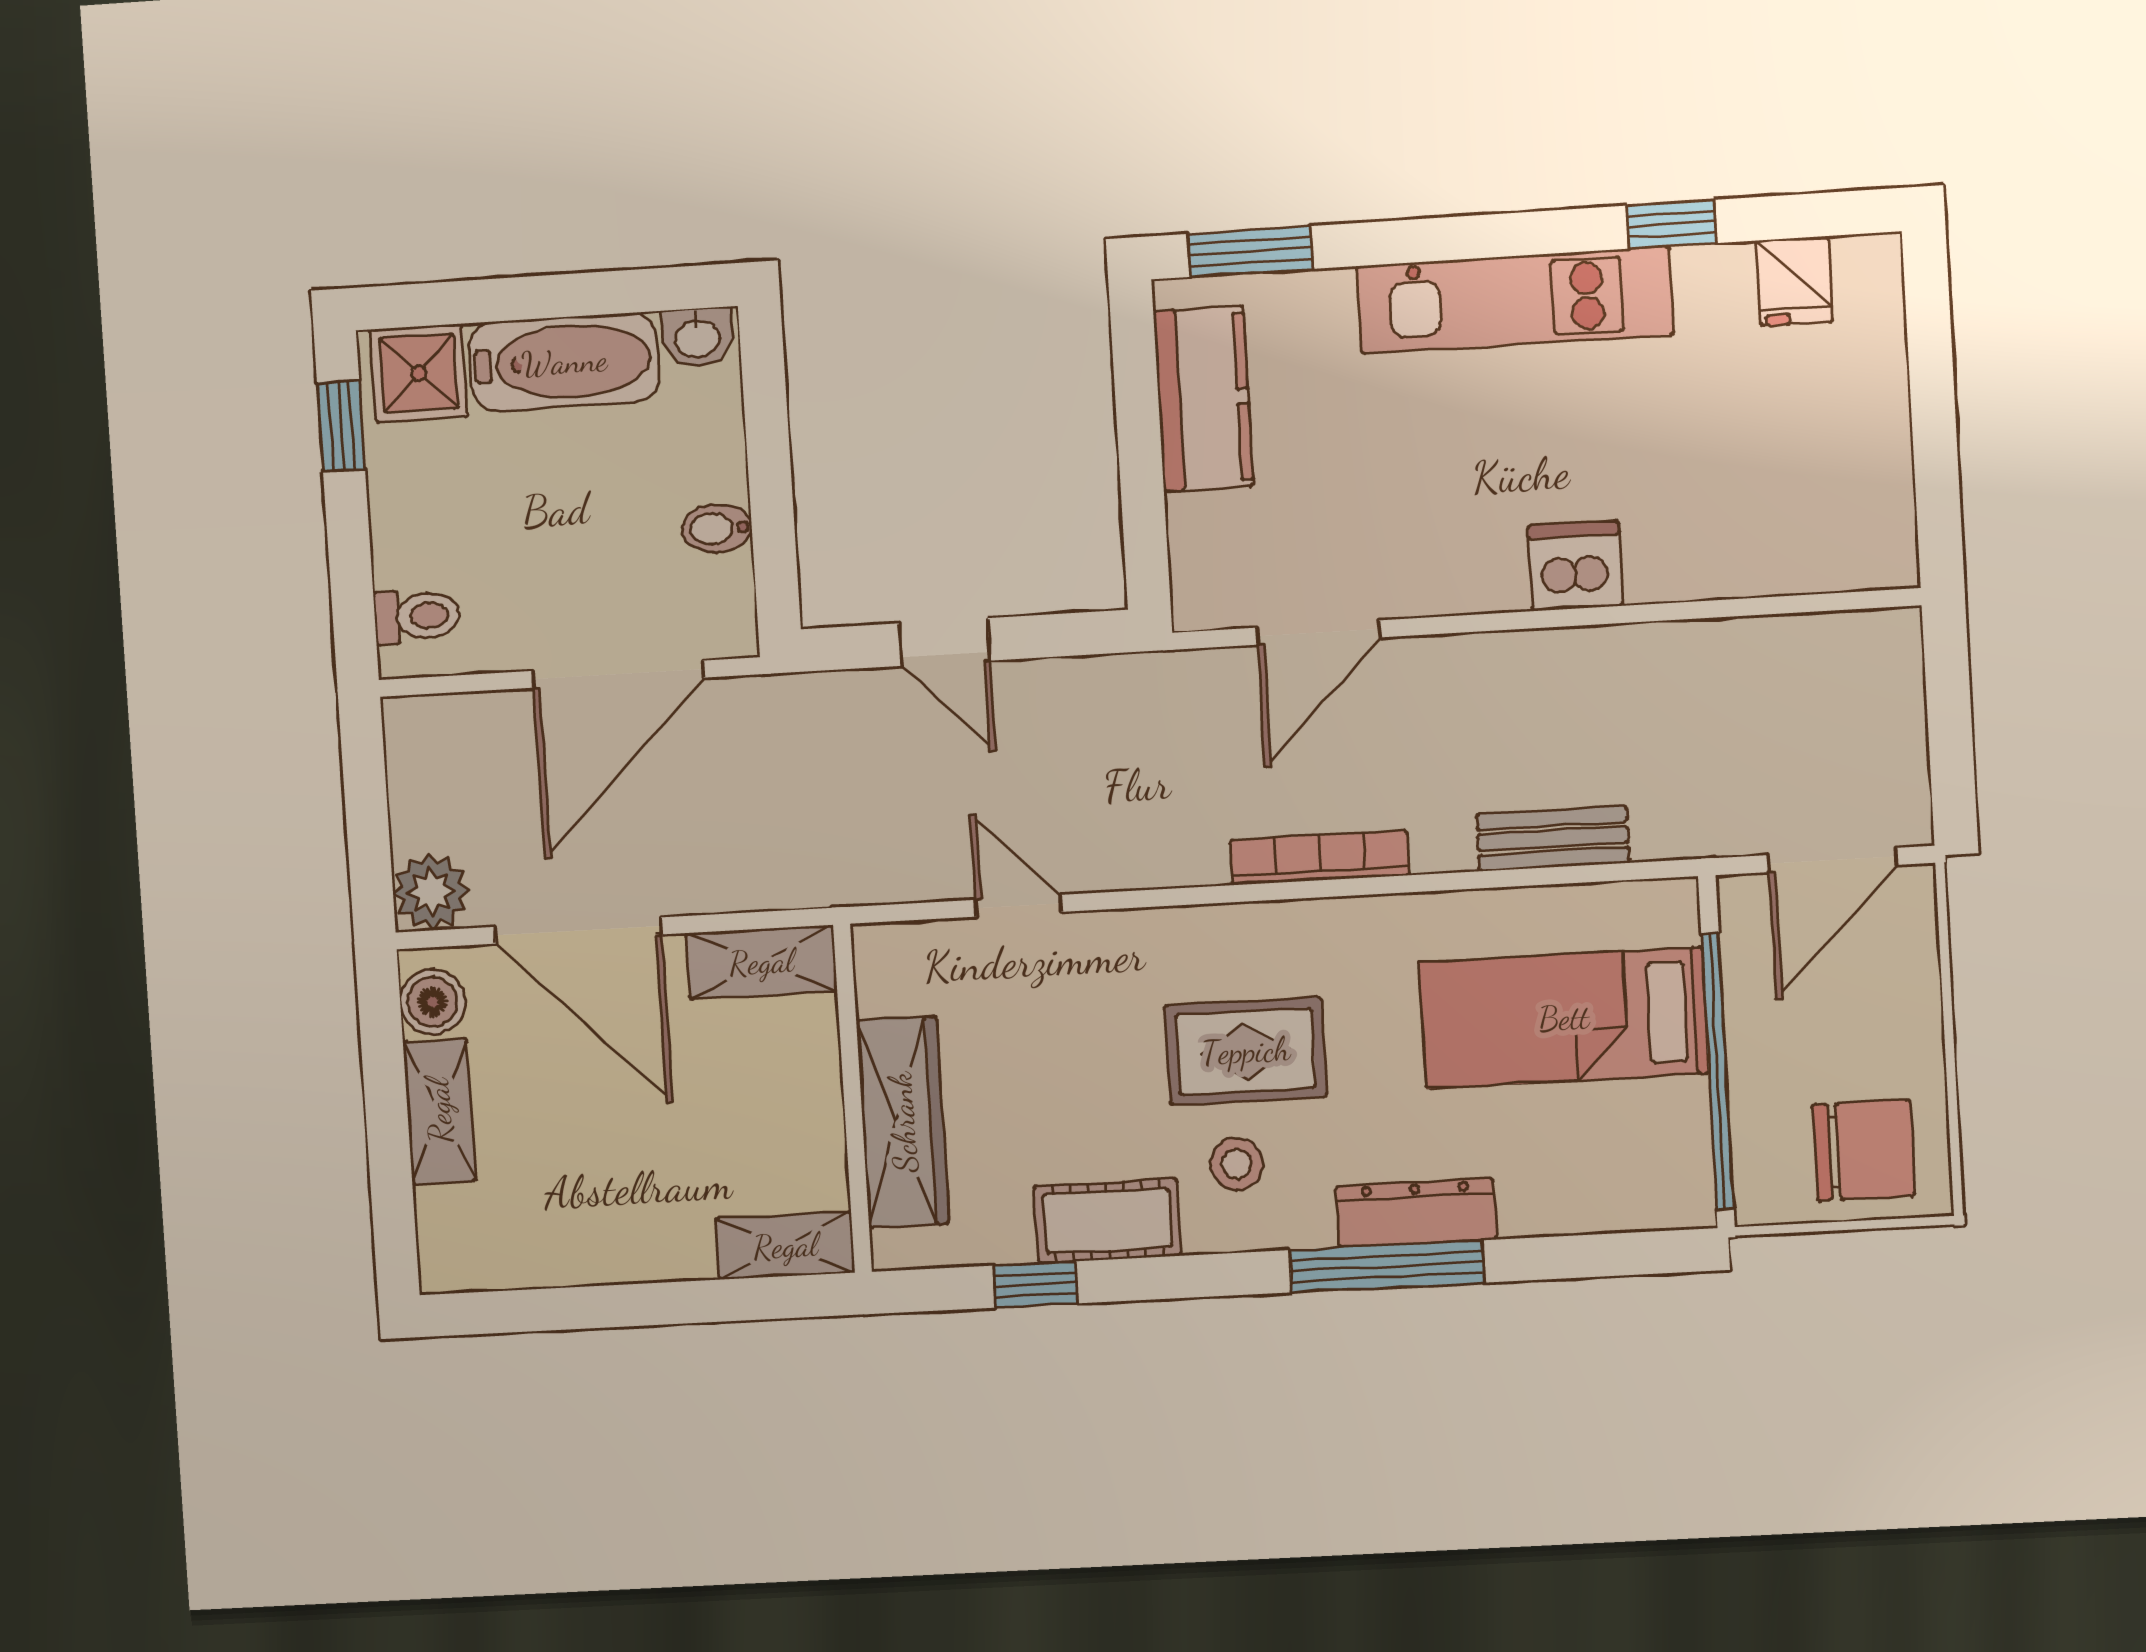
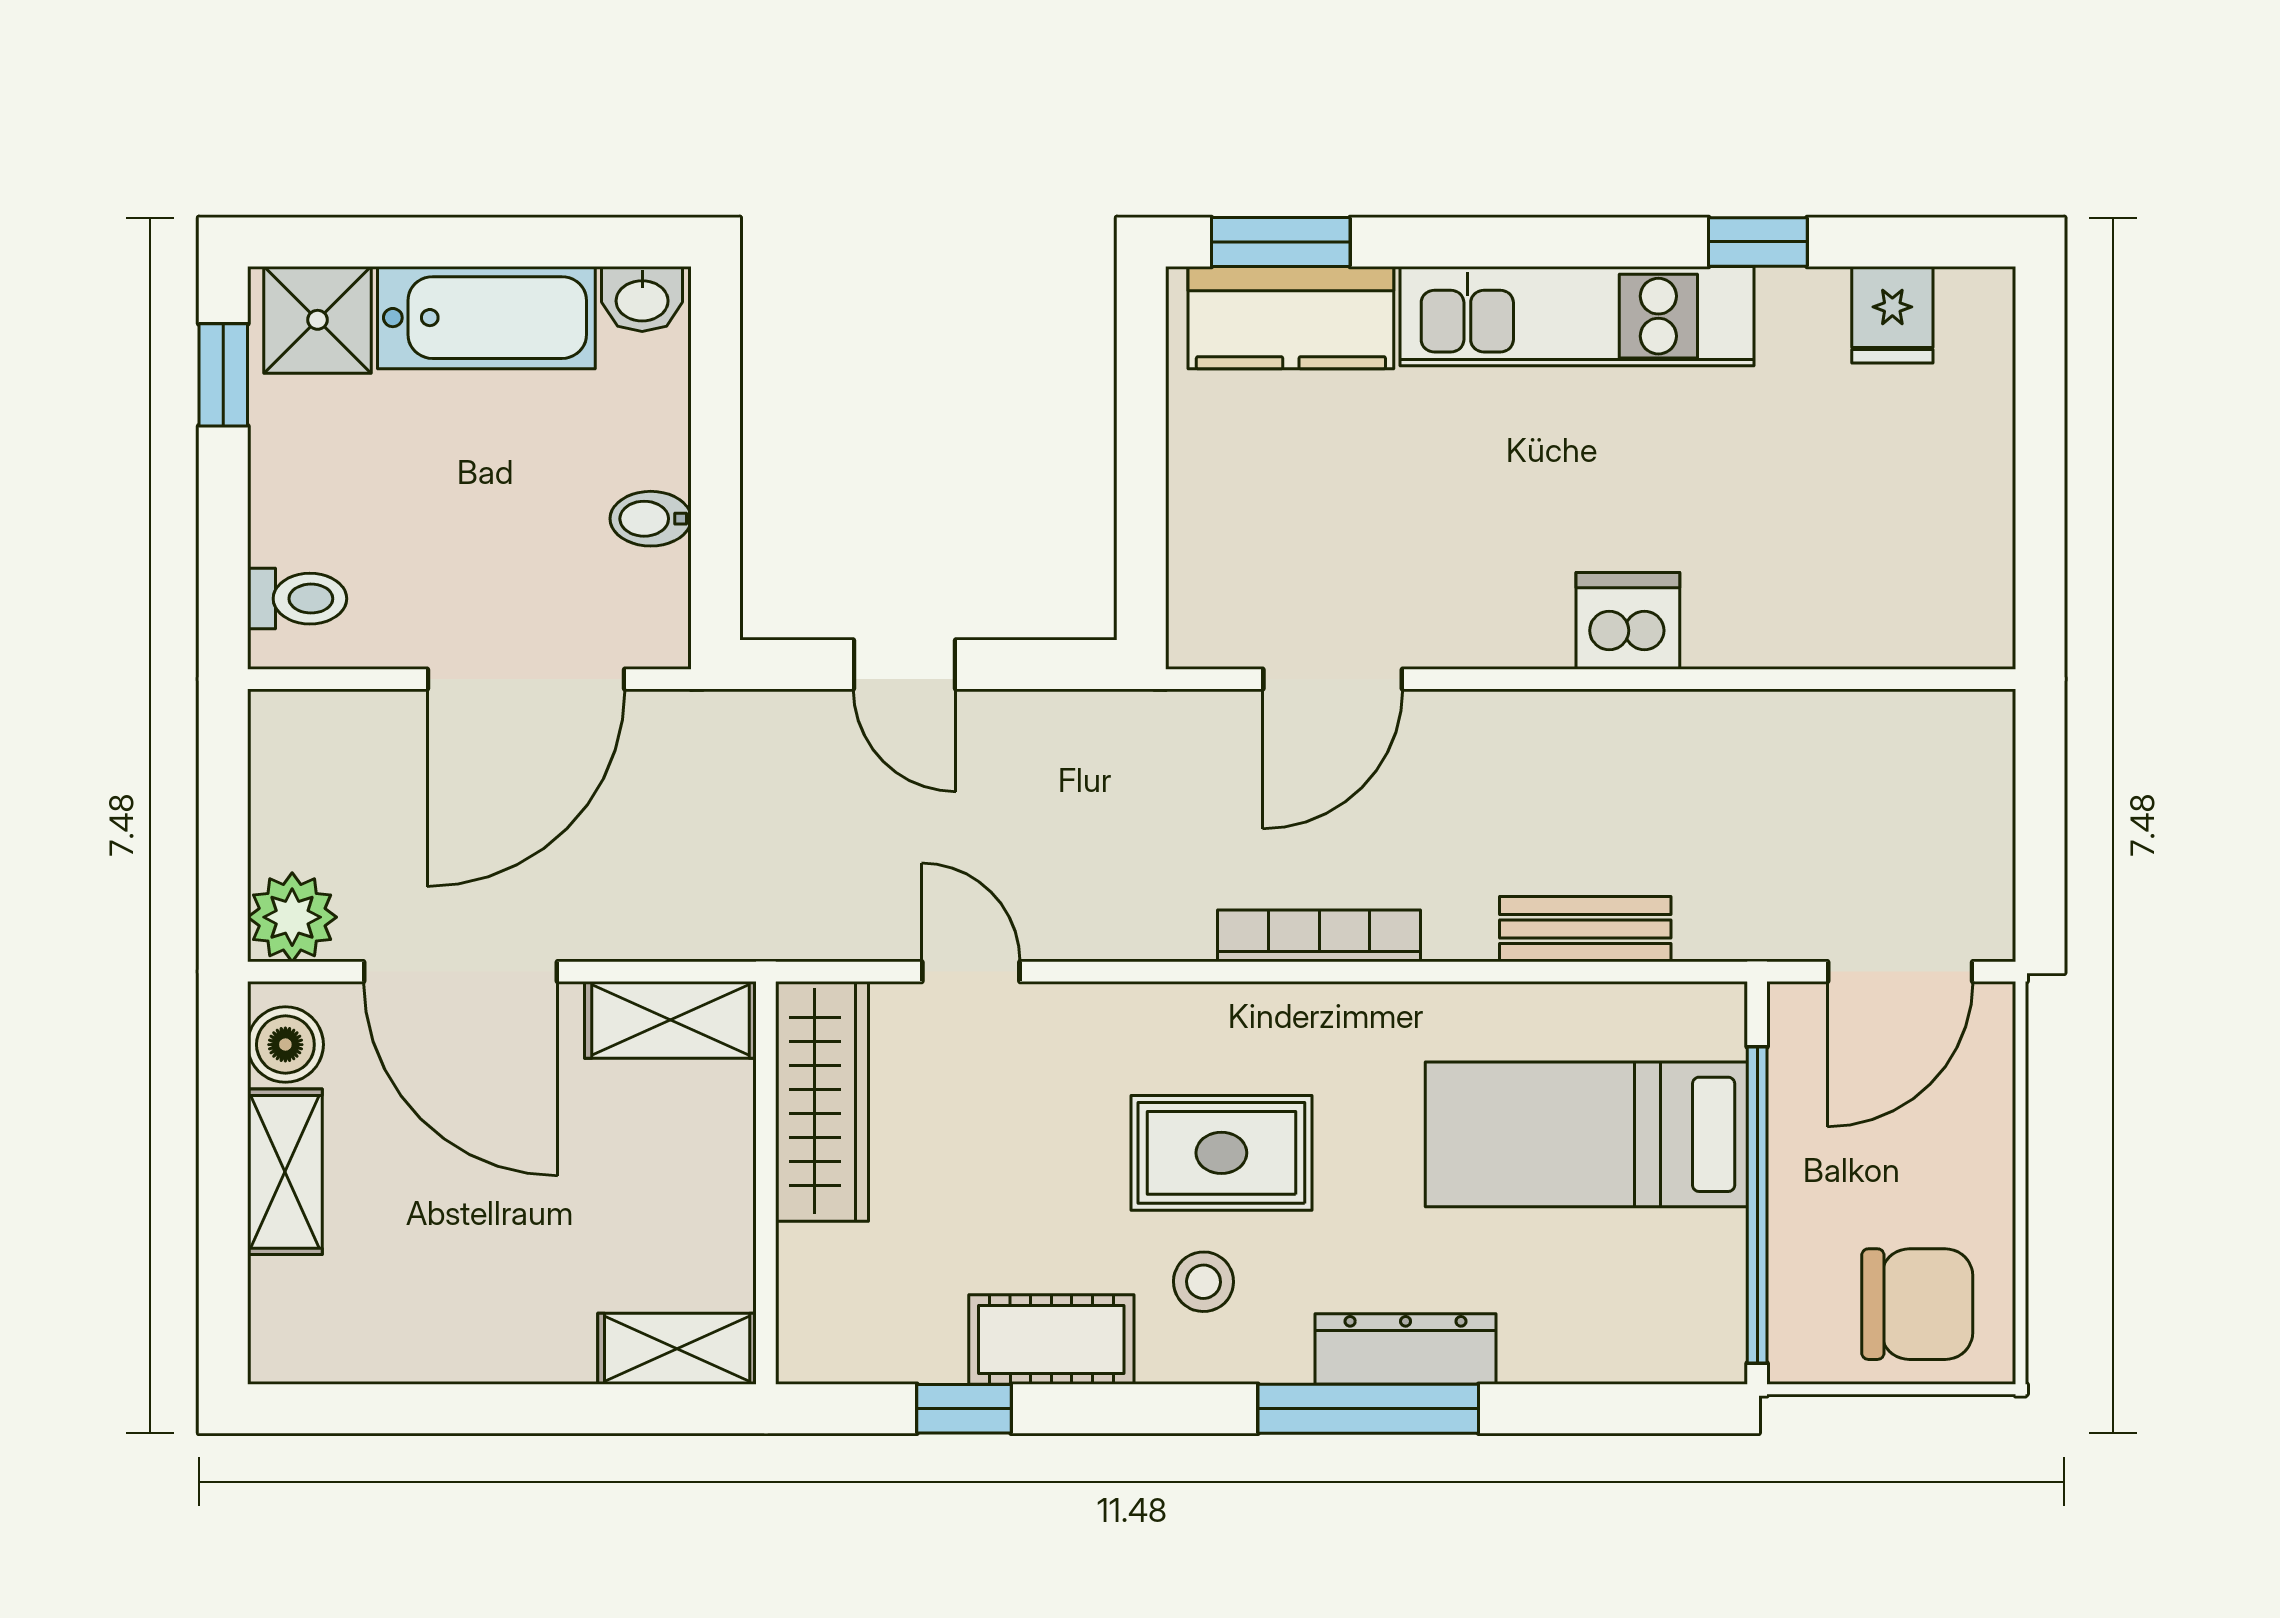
kitchen counter: (1203, 399) -> (1291, 318), moved, turned 90
wardrobe: (903, 1122) -> (822, 1101), moved

